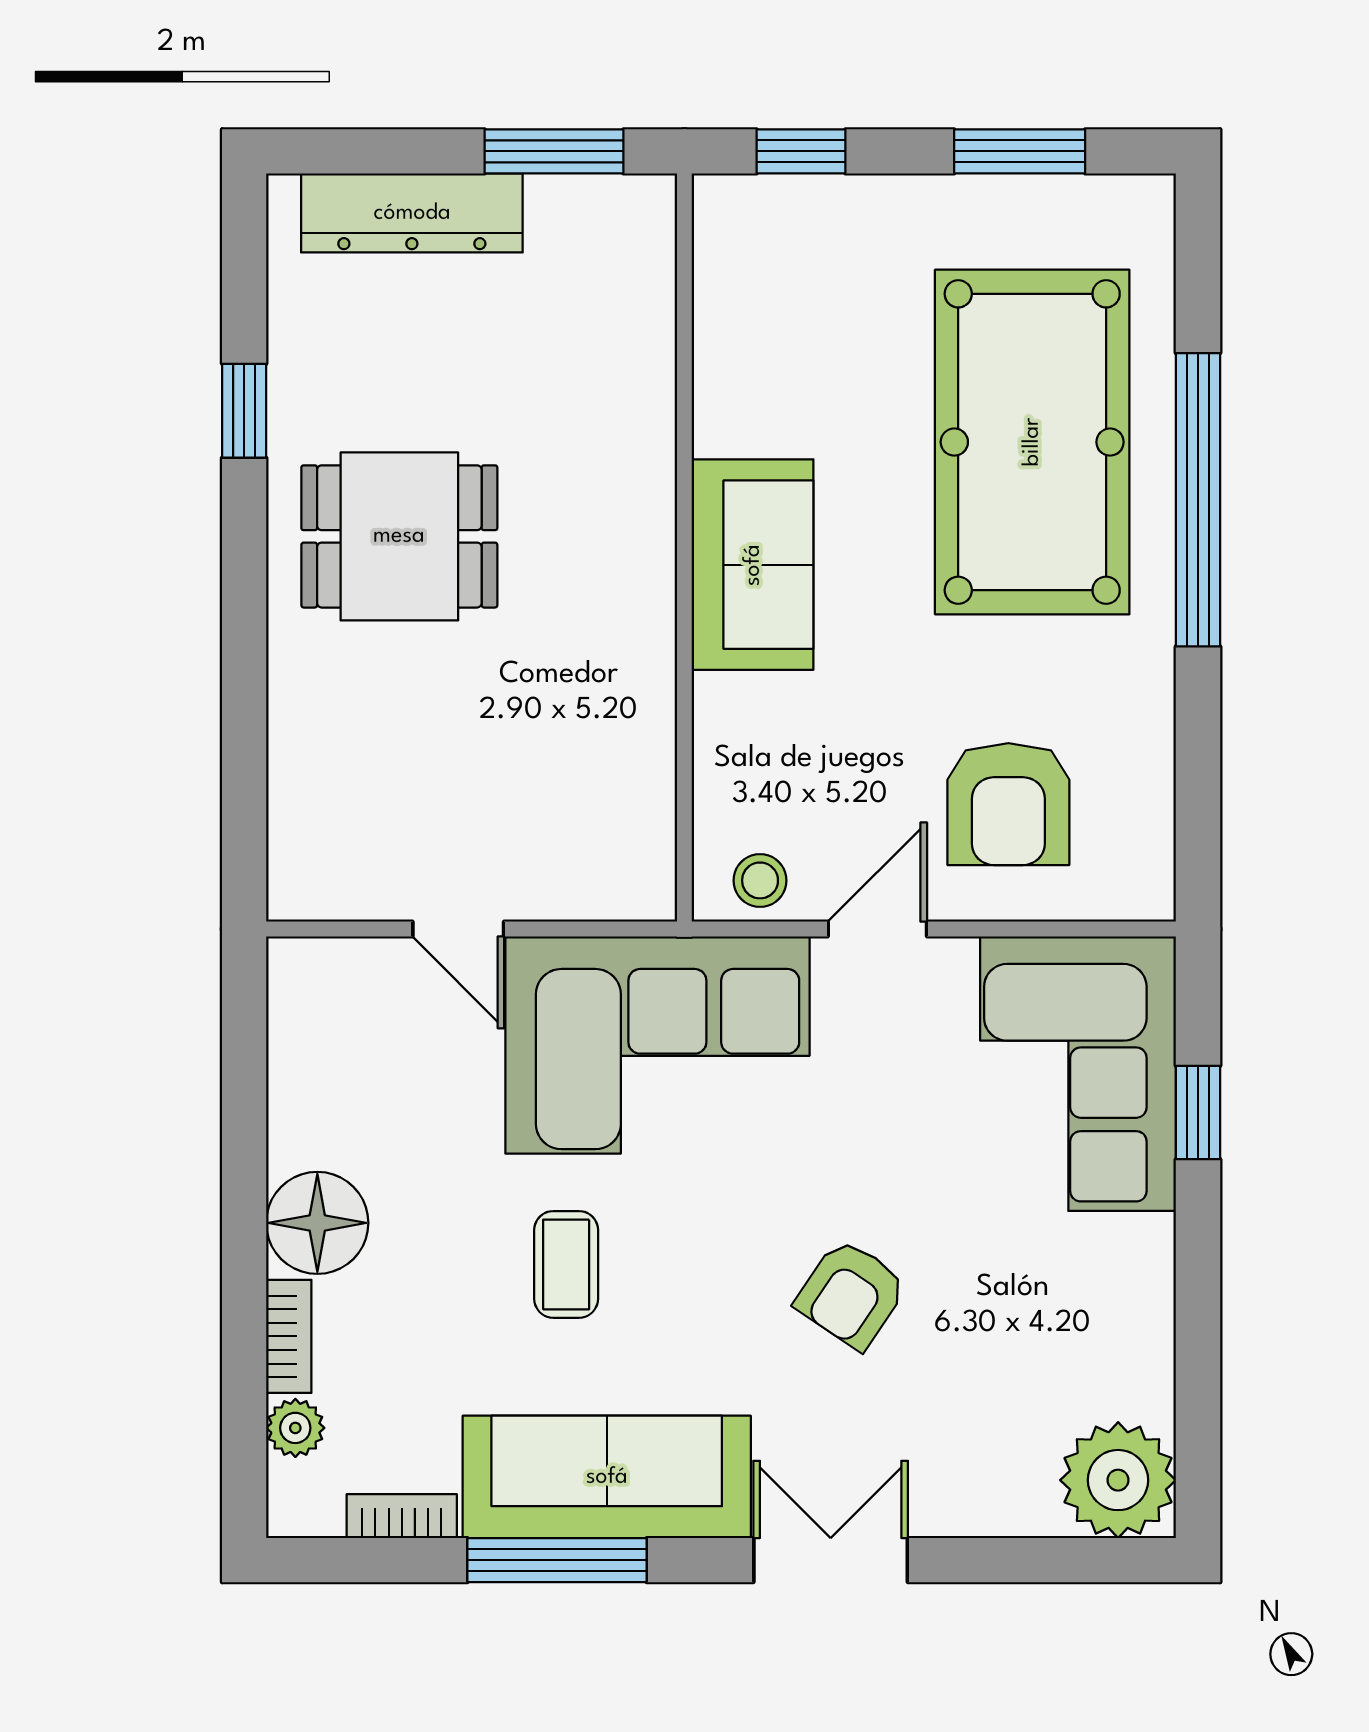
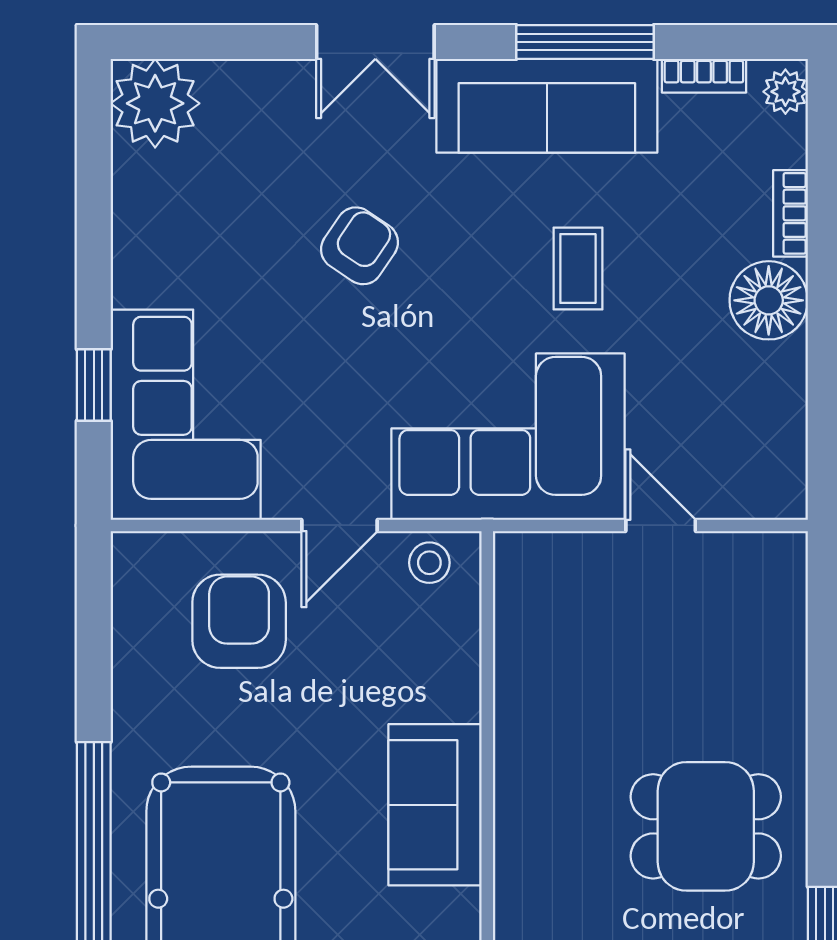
plant: (295, 1428) -> (785, 92), moved

